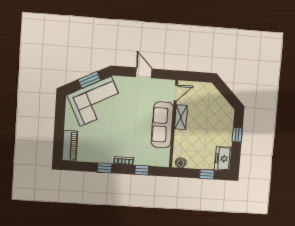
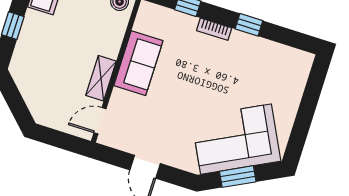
sofa: (162, 125) -> (138, 63), width x0.73
piano: (70, 146) -> (297, 76), removed

